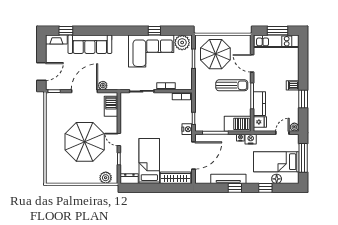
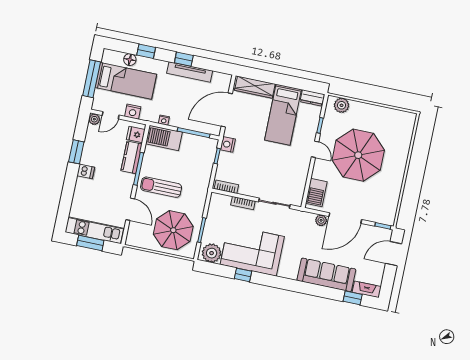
nightstand: (251, 139) -> (133, 112), moved

